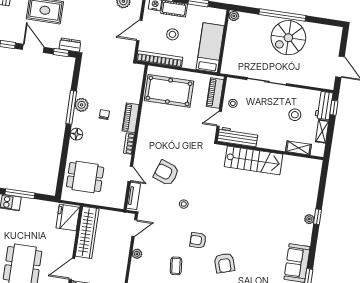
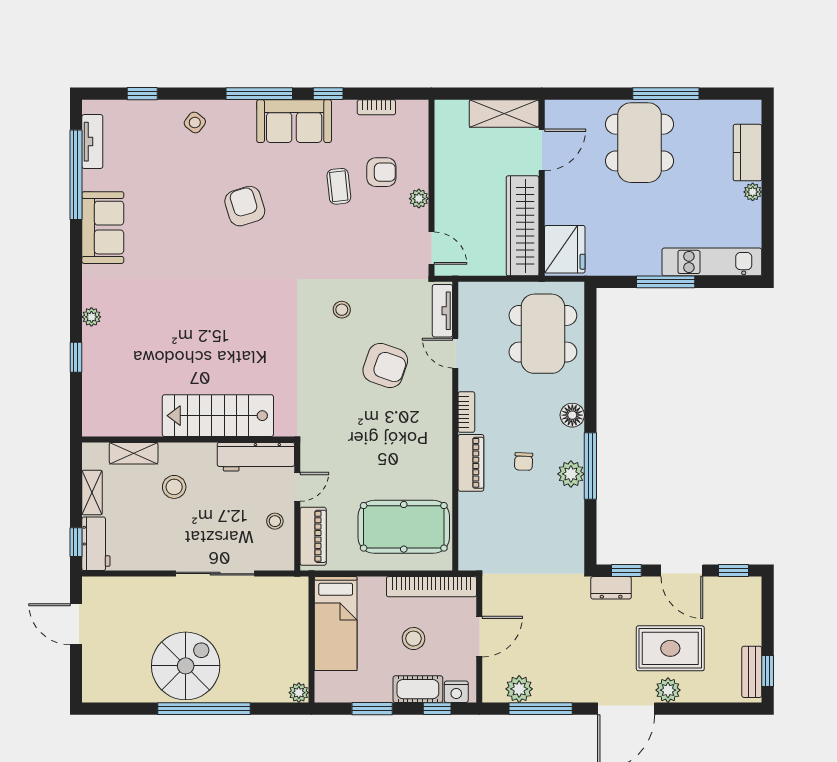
stool: (295, 115) -> (174, 487), moved
dining table: (85, 177) -> (543, 334), width x1.38
window: (318, 217) -> (76, 357), moved
door: (134, 228) -> (431, 248), swing flipped
armchair: (198, 240) -> (381, 172), moved

